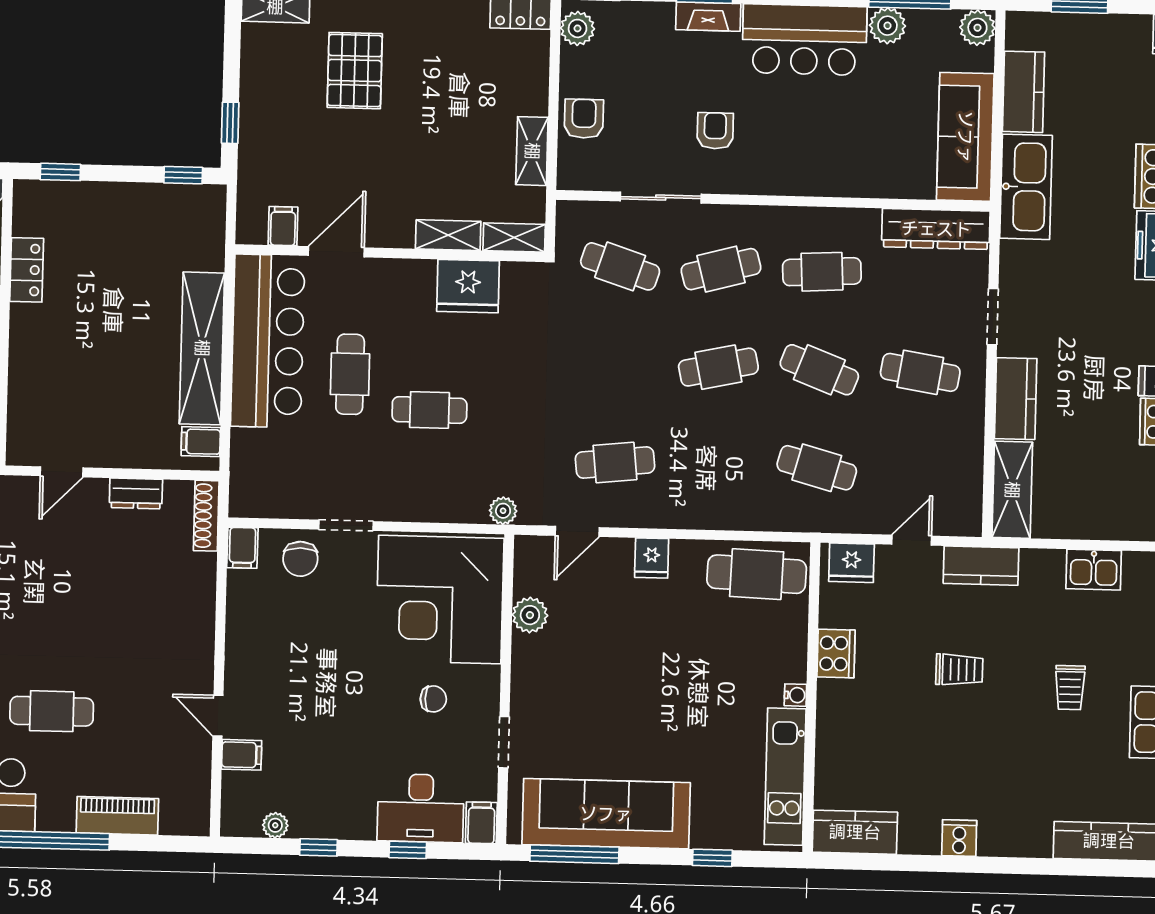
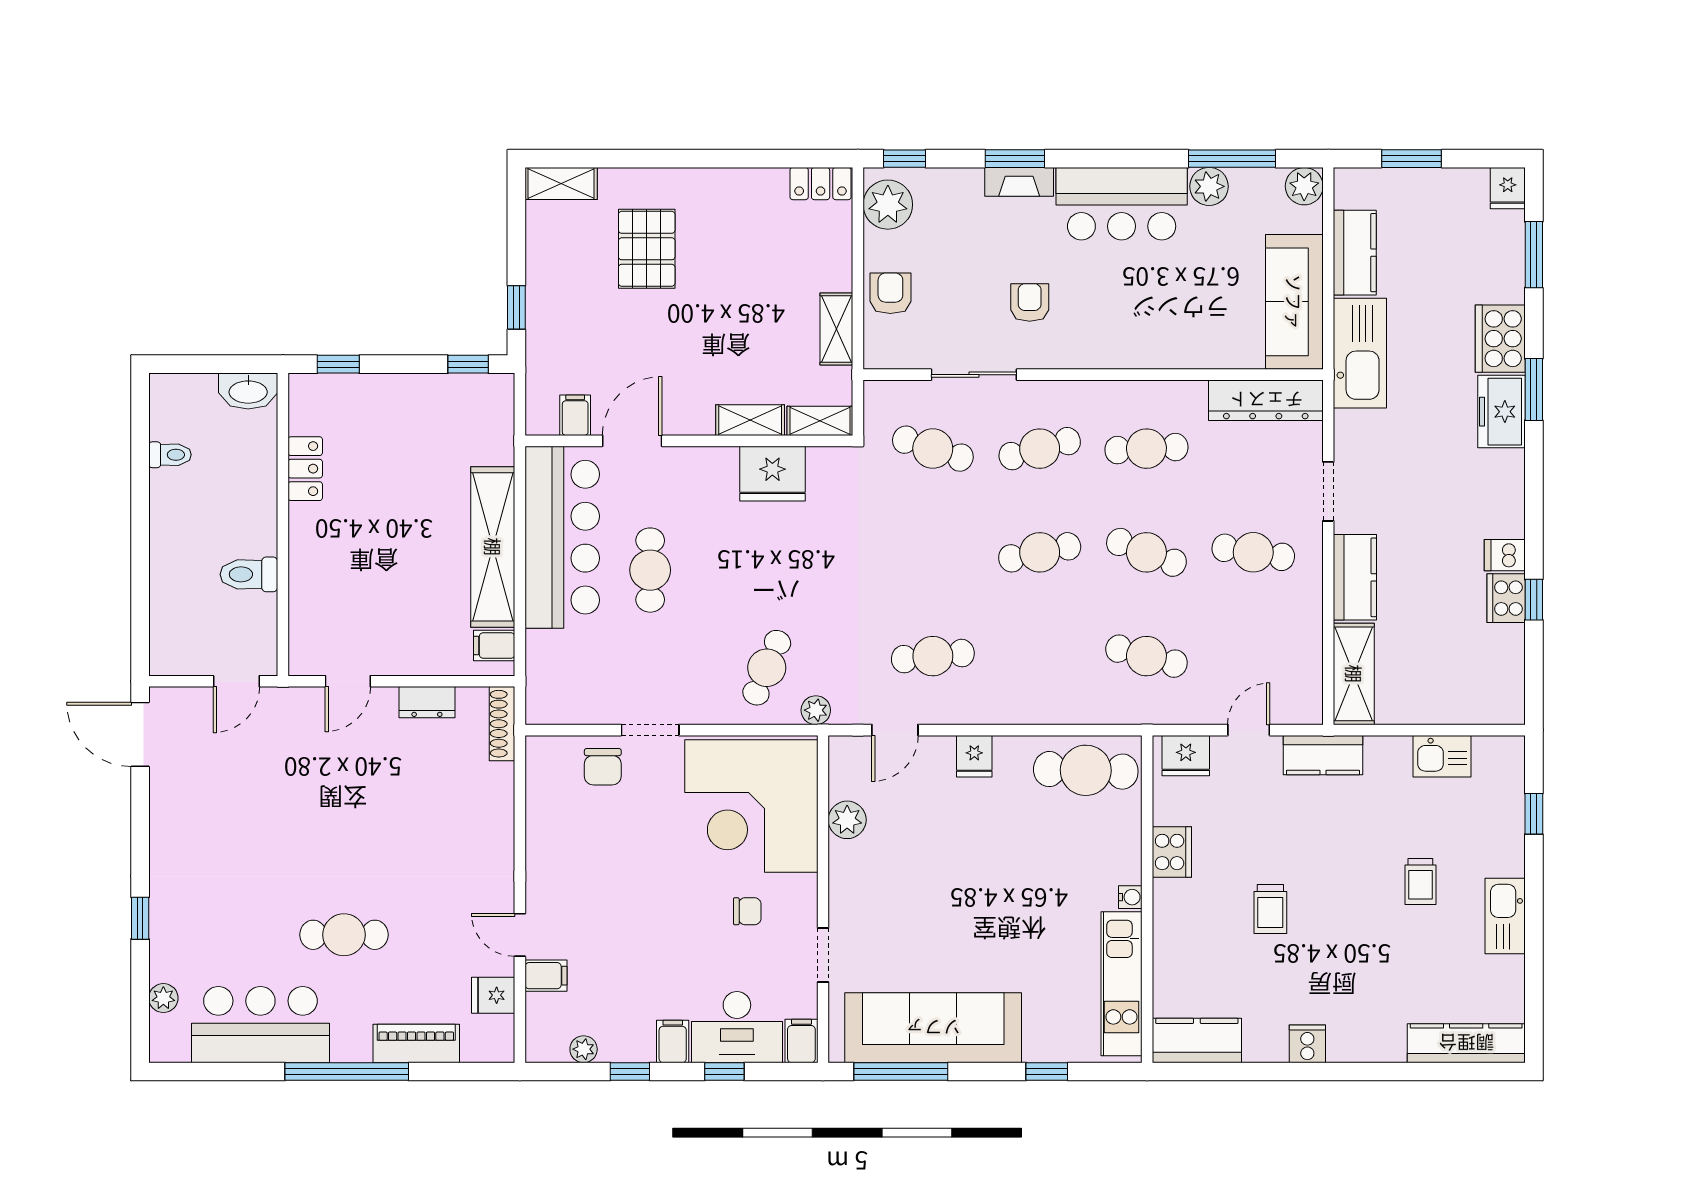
plant: (578, 28) -> (888, 205), width x1.36, depth x1.36
cafe table: (429, 410) -> (767, 668), moved, turned -67
filing cabinet: (242, 548) -> (673, 1041), moved, turned 180
trolley: (959, 670) -> (1270, 909), moved, turned 90
fridge: (191, 772) -> (493, 995), added

